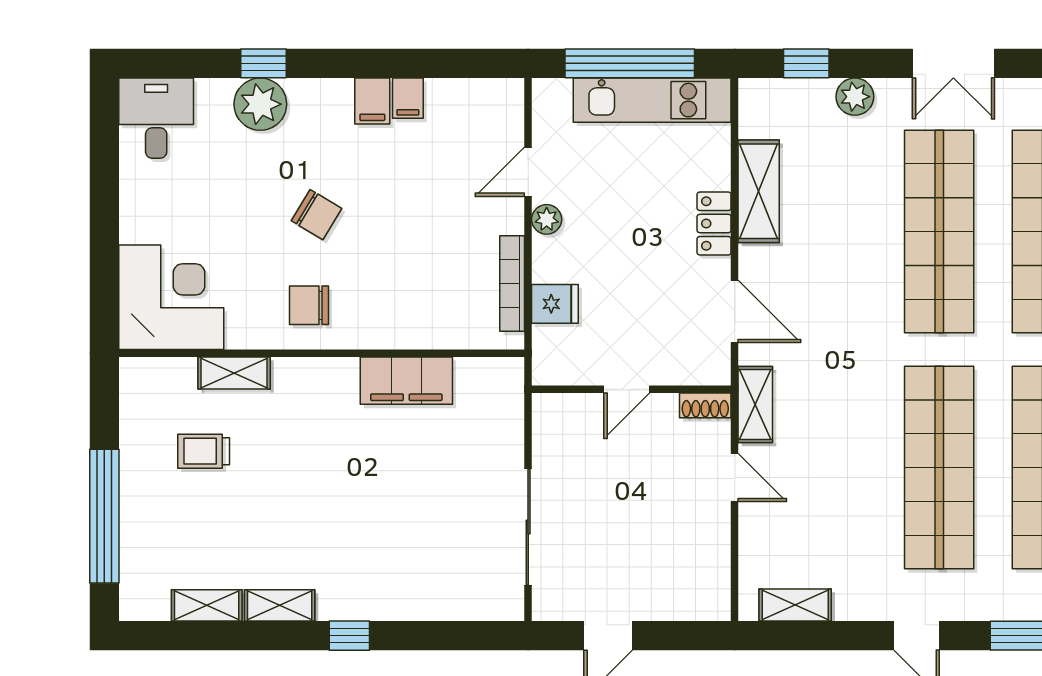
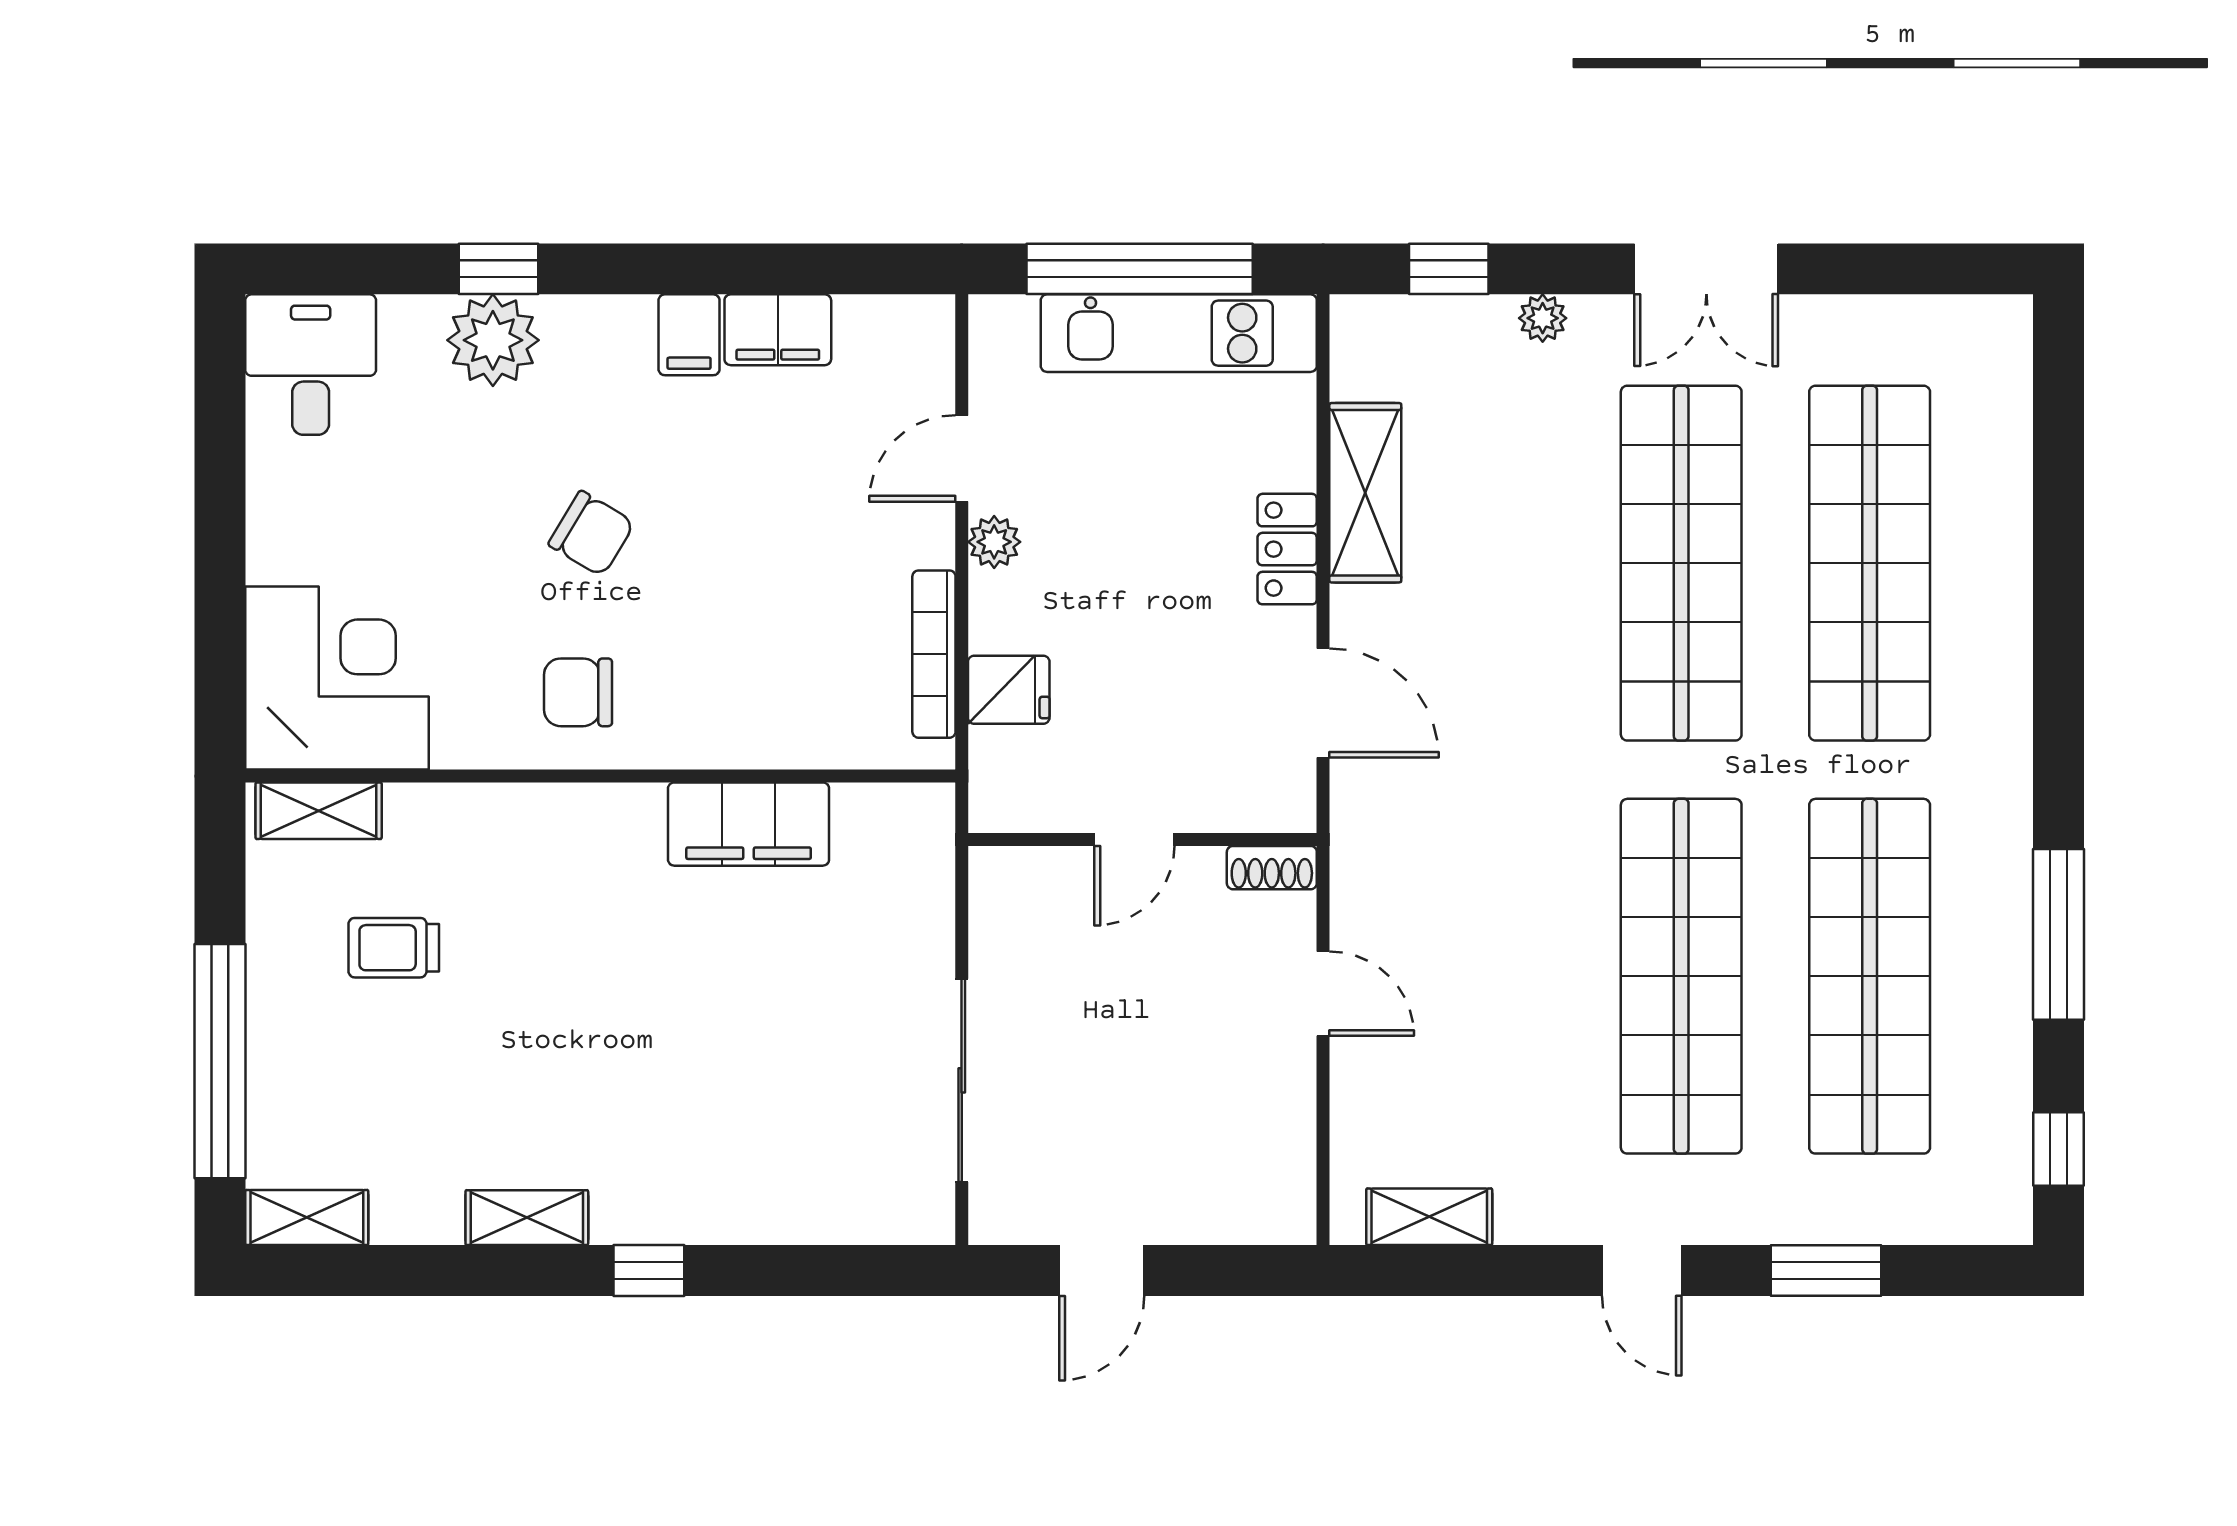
plant: (855, 97) -> (1543, 318), width x0.73, depth x0.73
filing cabinet: (408, 98) -> (778, 330), width x2.00
shelving: (234, 373) -> (319, 811), moved
shelving: (755, 405) -> (1359, 866), removed
shelving: (207, 605) -> (307, 1217), moved

